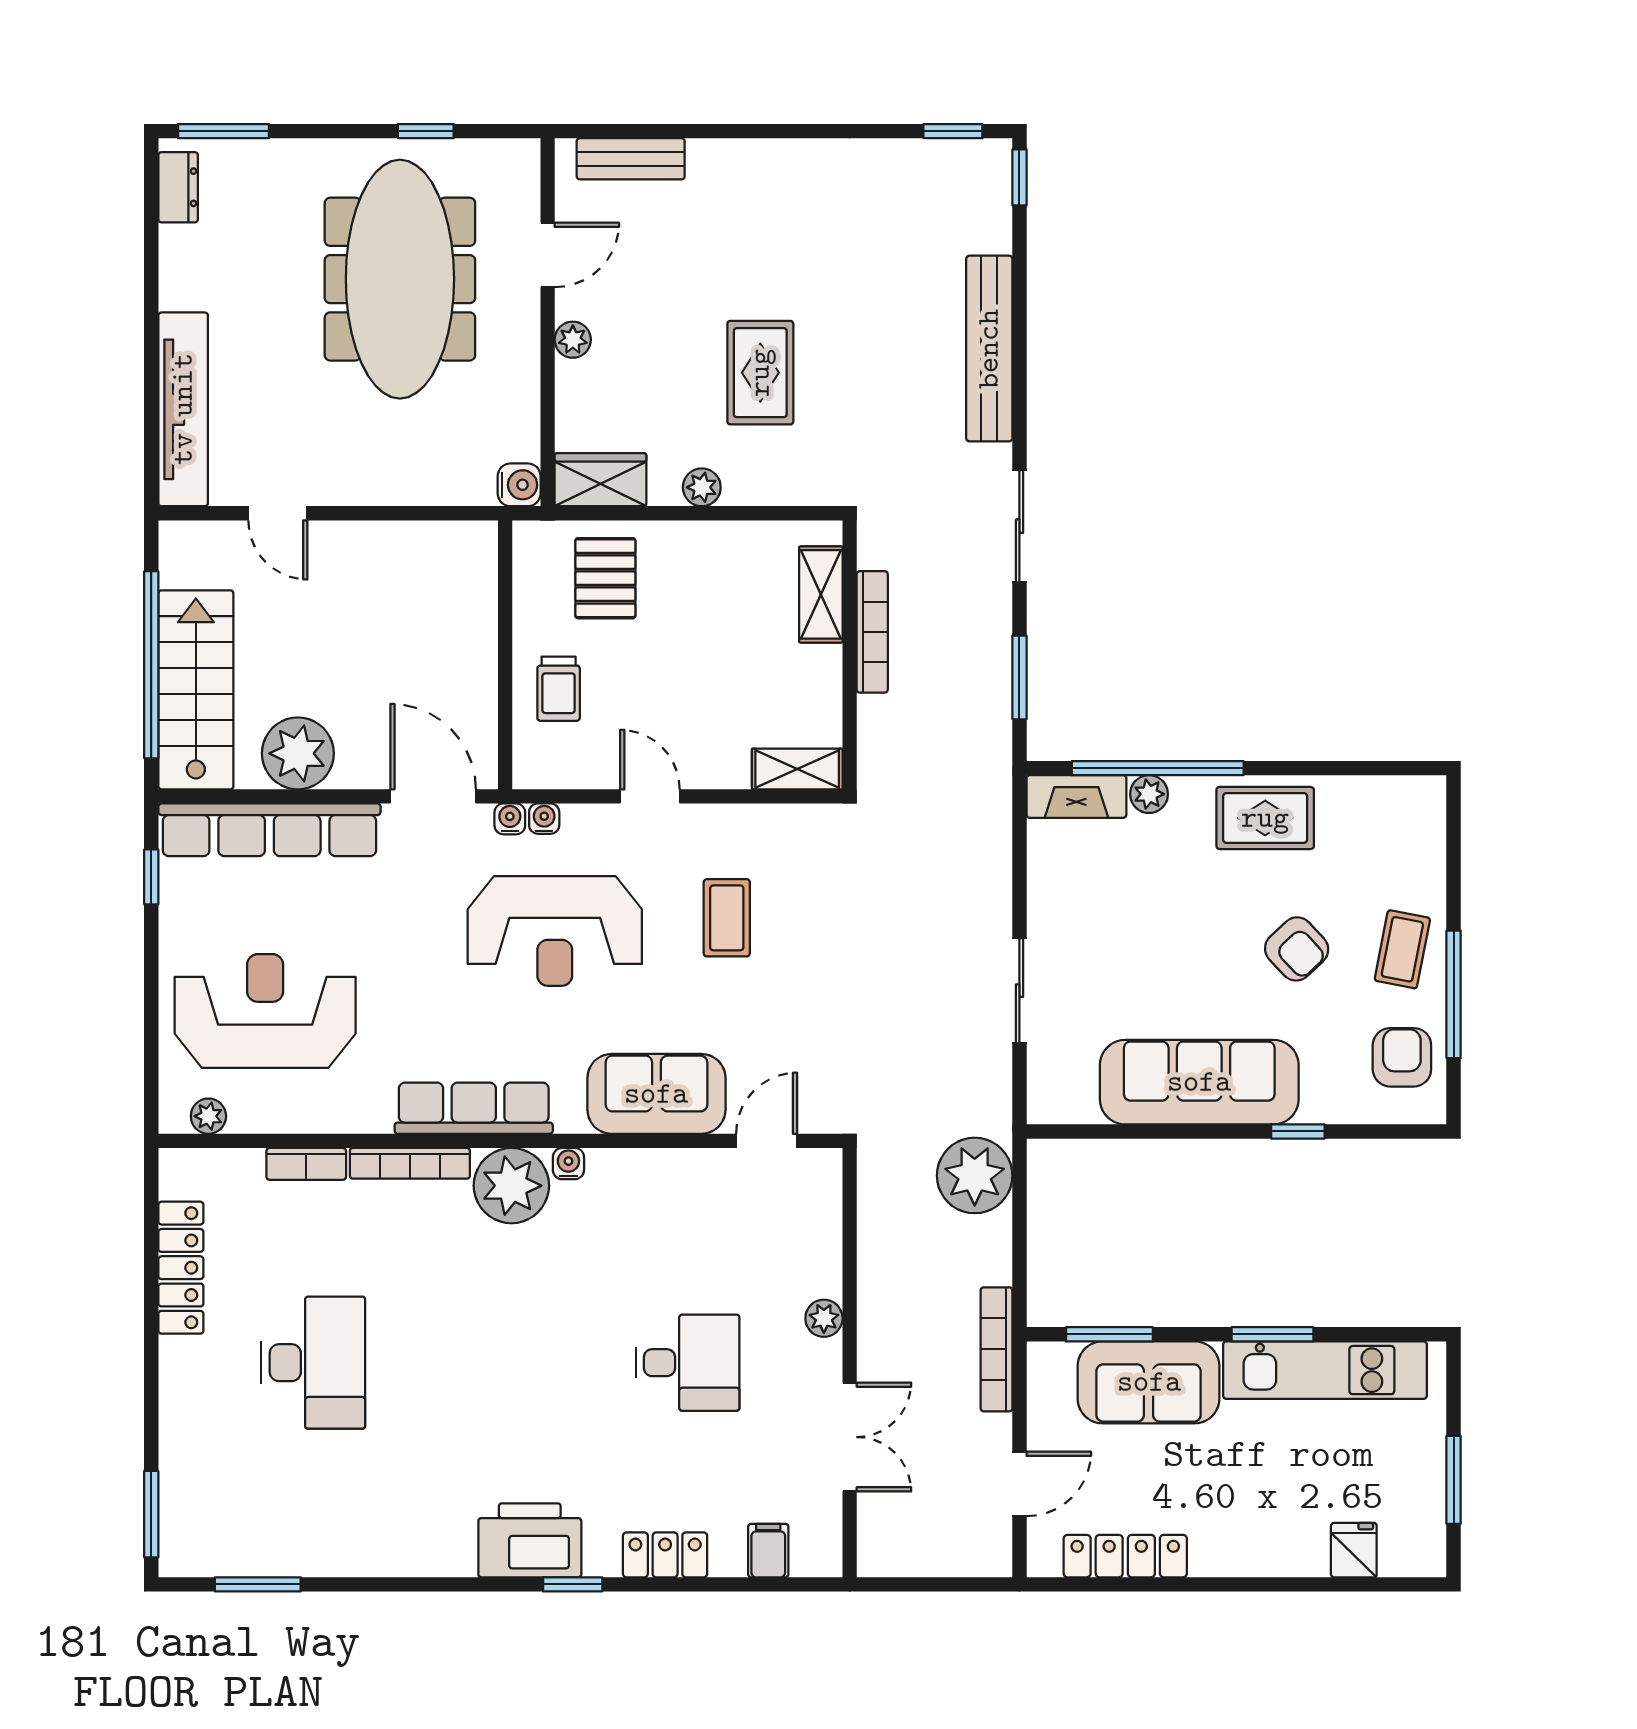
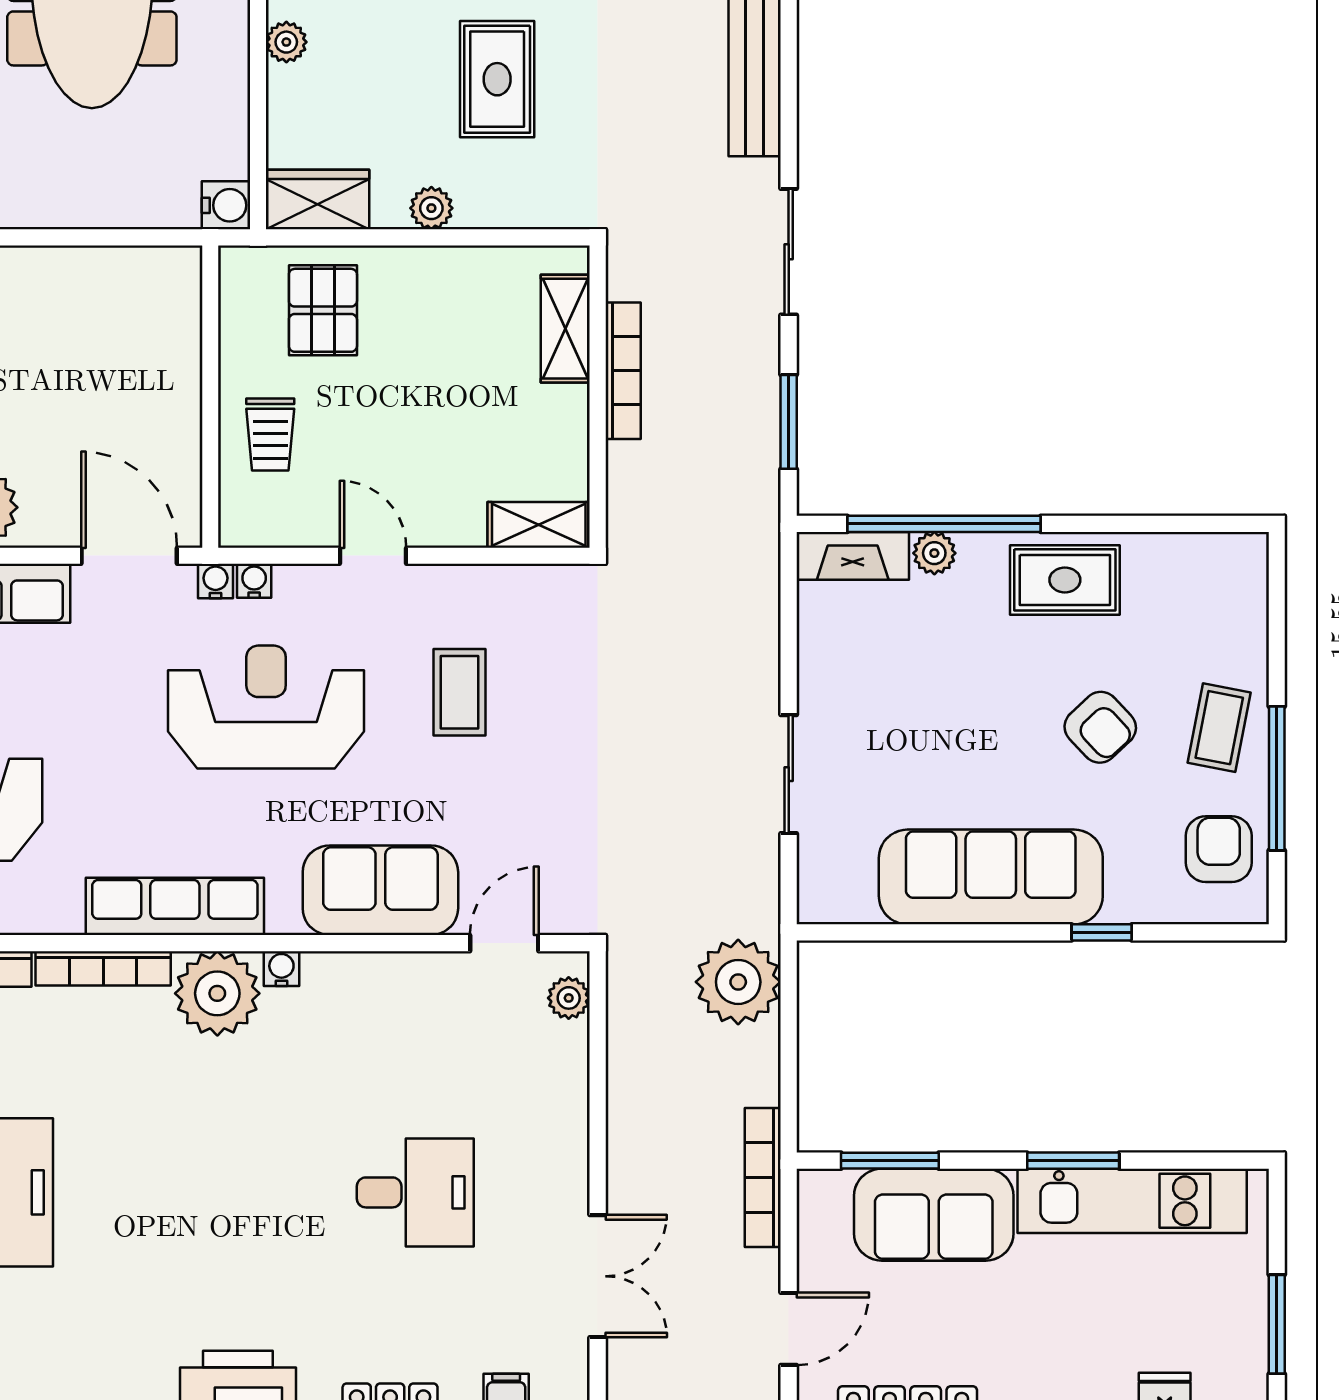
reception desk: (555, 931) -> (266, 707), turned 180
plant: (824, 1318) -> (569, 998), moved

